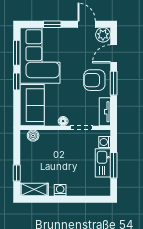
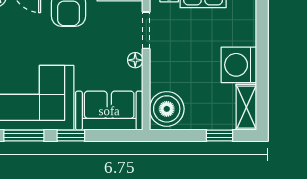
boiler: (33, 136) -> (167, 109), width x1.86, depth x1.86
washing machine: (60, 190) -> (239, 65), width x1.89, depth x1.89

